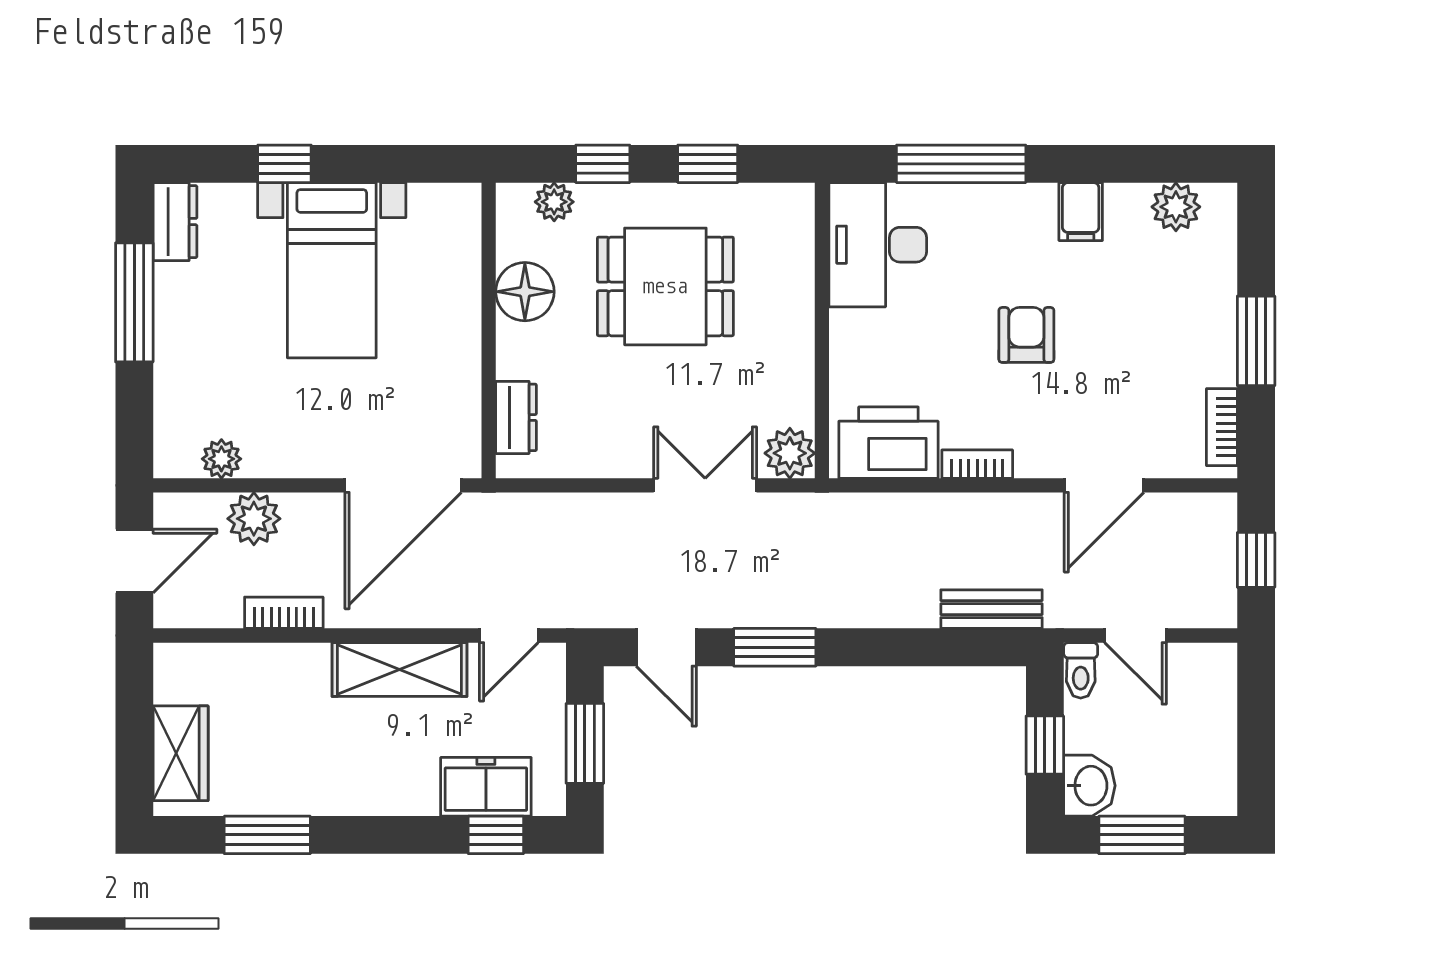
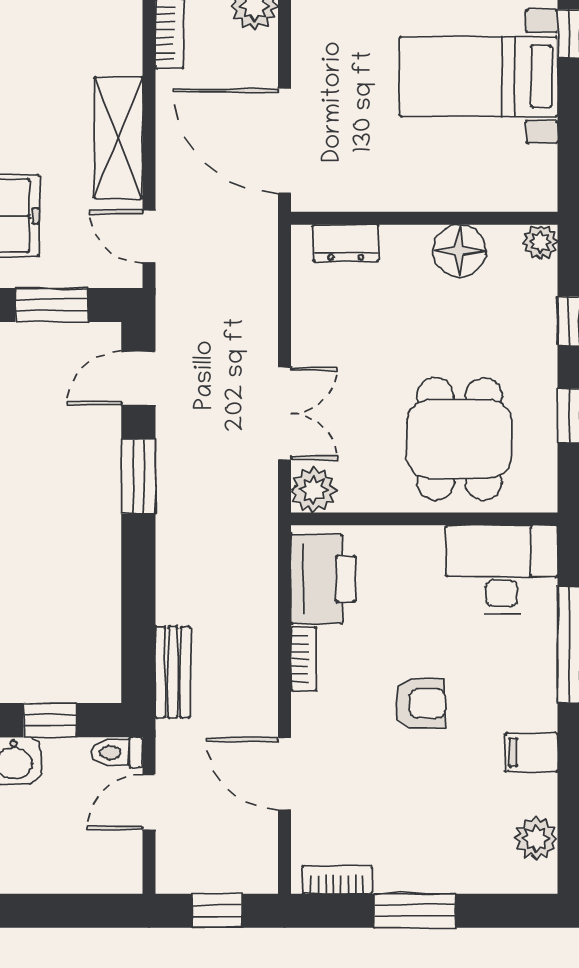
plant: (554, 202) -> (540, 242), moved
dining table: (665, 286) -> (459, 439), moved

